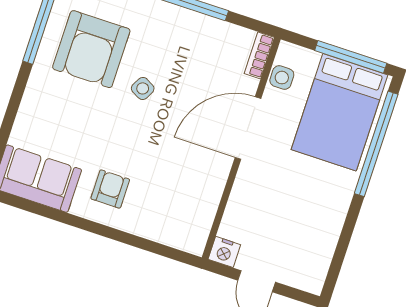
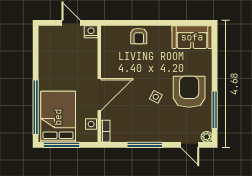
armchair: (91, 49) -> (189, 92), moved
armchair: (110, 189) -> (139, 36), moved

